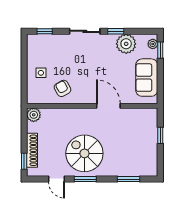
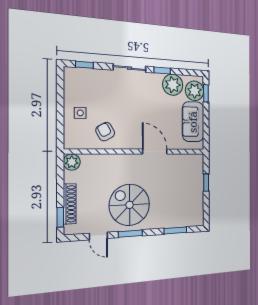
plant: (153, 44) -> (195, 91), width x1.87, depth x1.87

